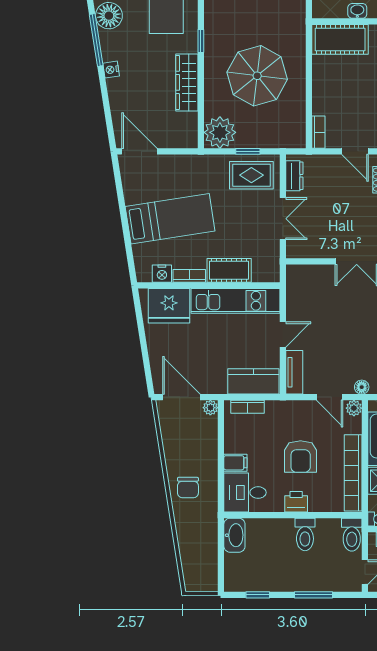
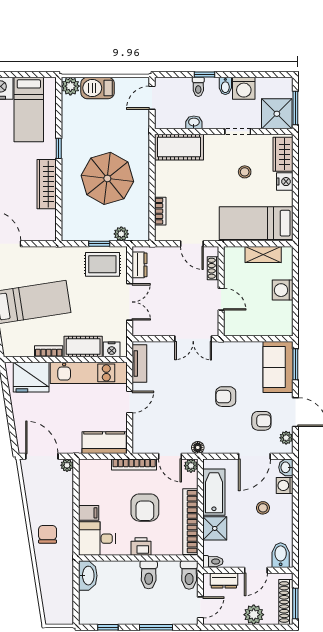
plant: (220, 132) -> (121, 234), moved, width x0.53, depth x0.53
bookcase: (318, 132) -> (160, 211), moved
nightstand: (162, 274) -> (112, 349), moved
tv unit: (294, 372) -> (139, 363), moved
bookcase: (248, 407) -> (134, 465), moved, width x1.56
chair: (188, 488) -> (48, 534), turned 180

